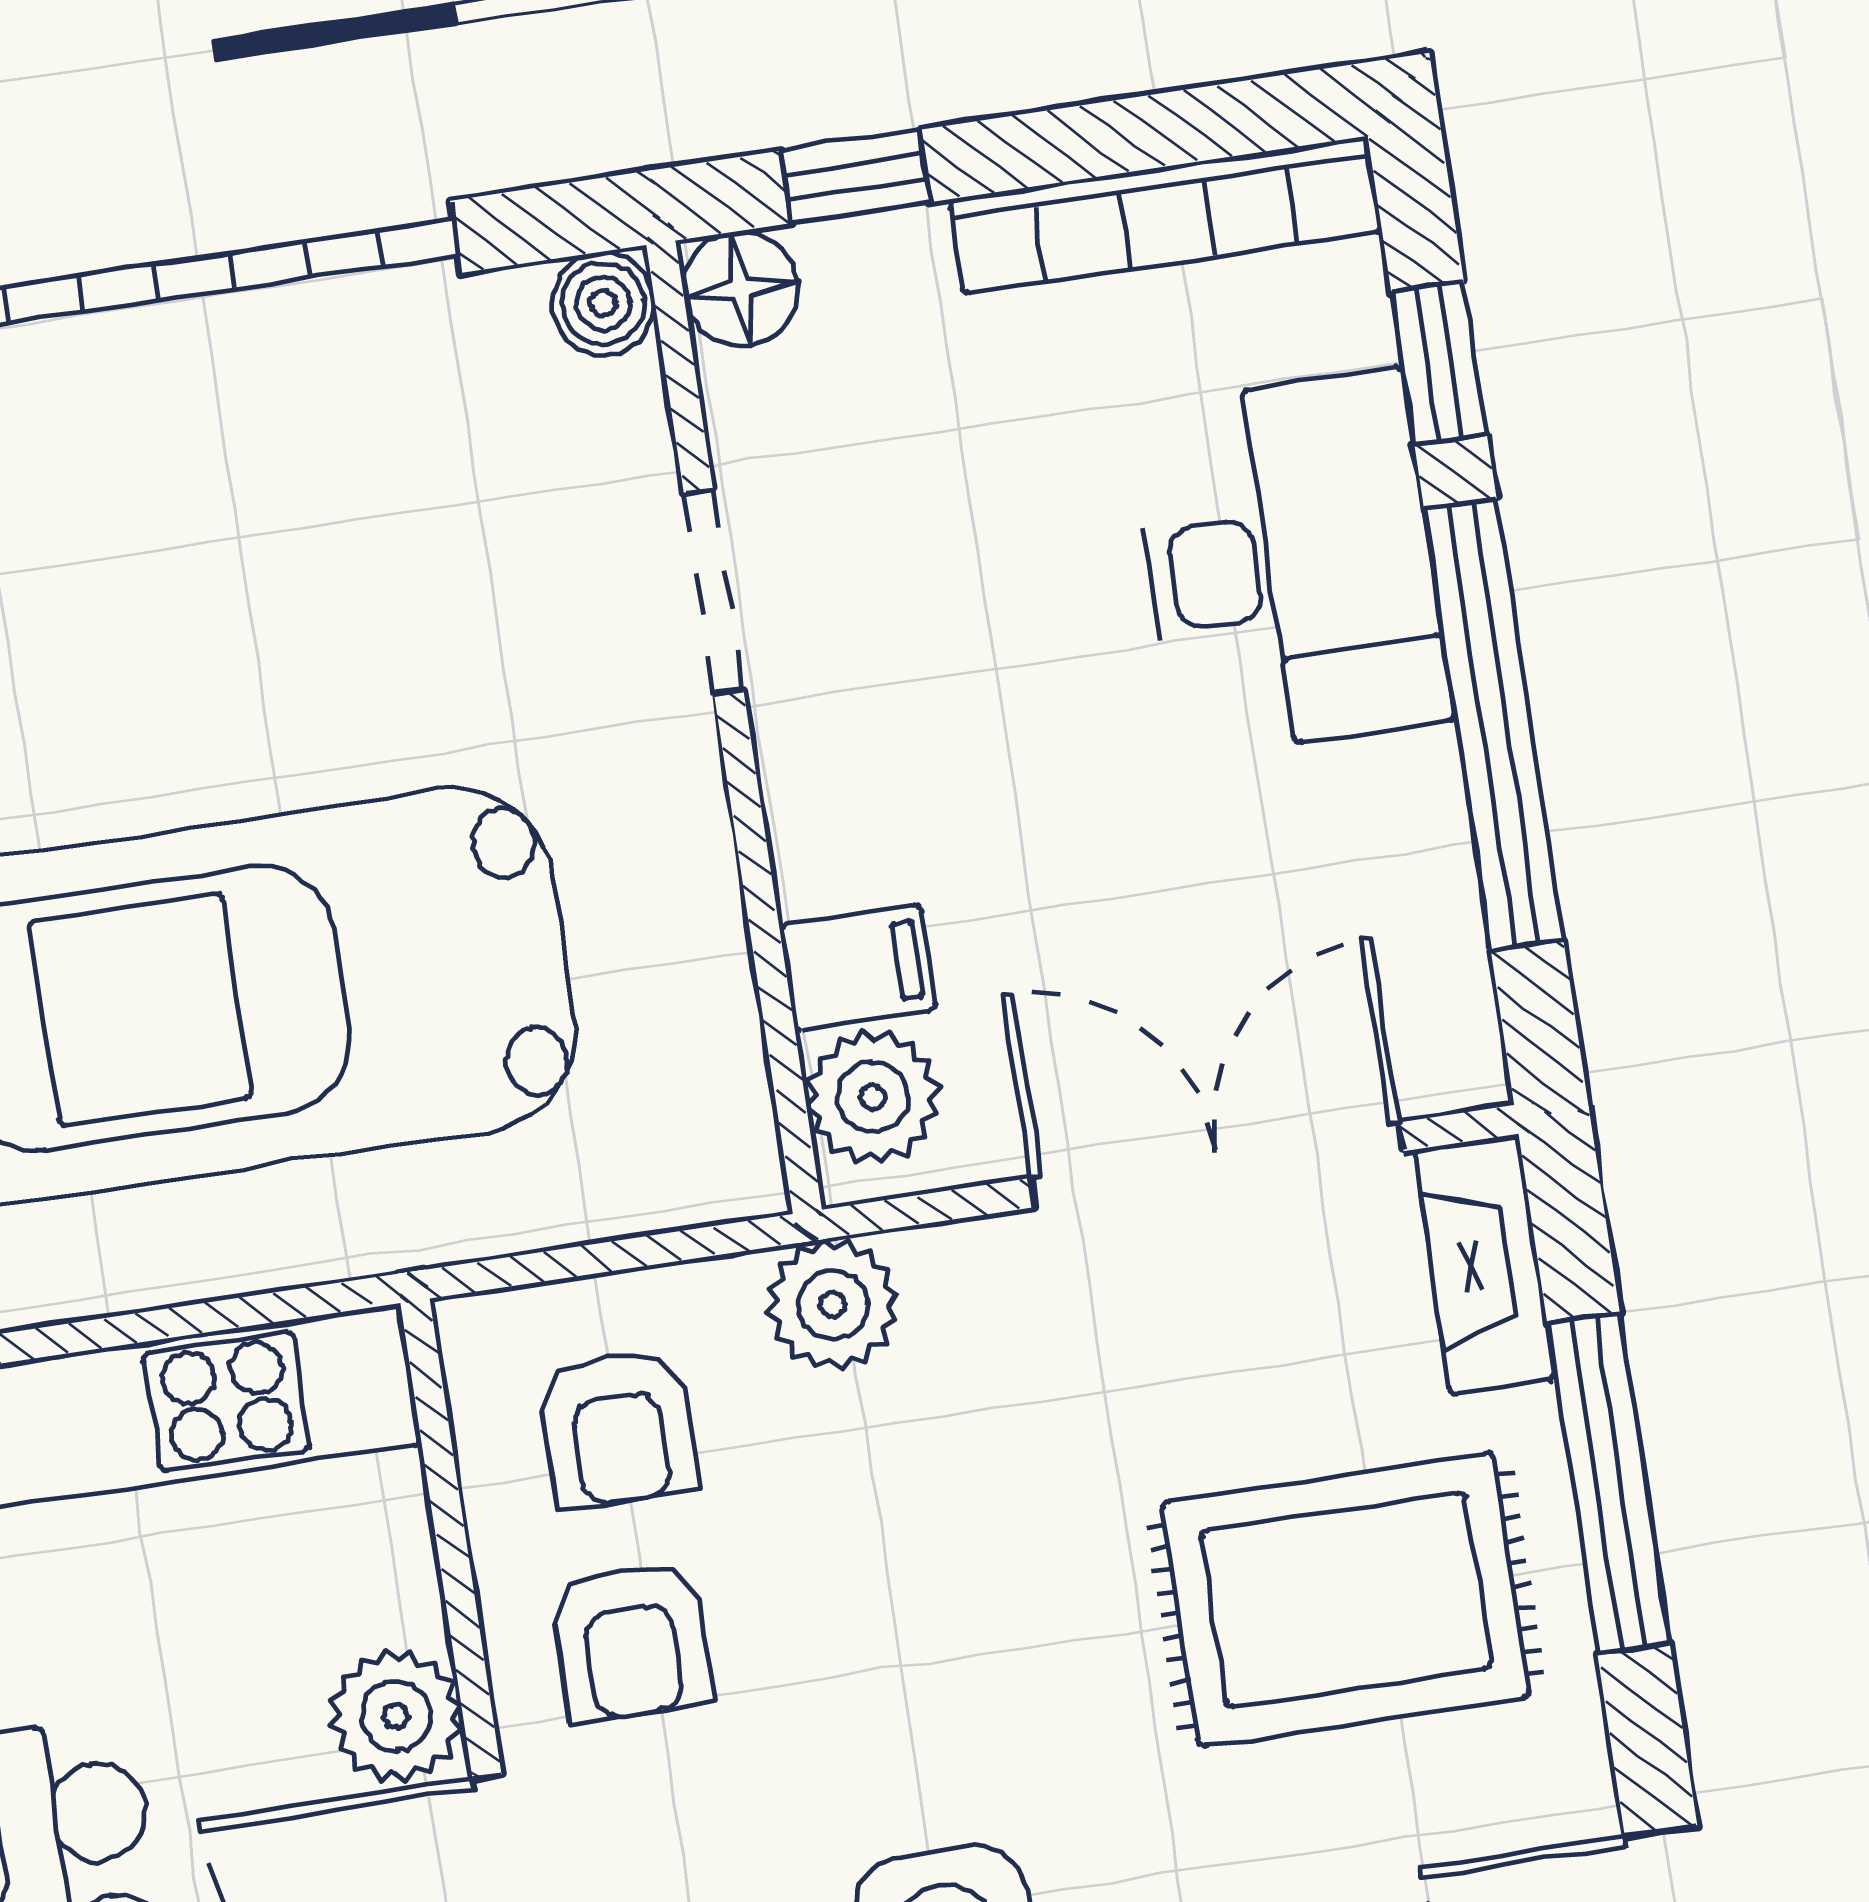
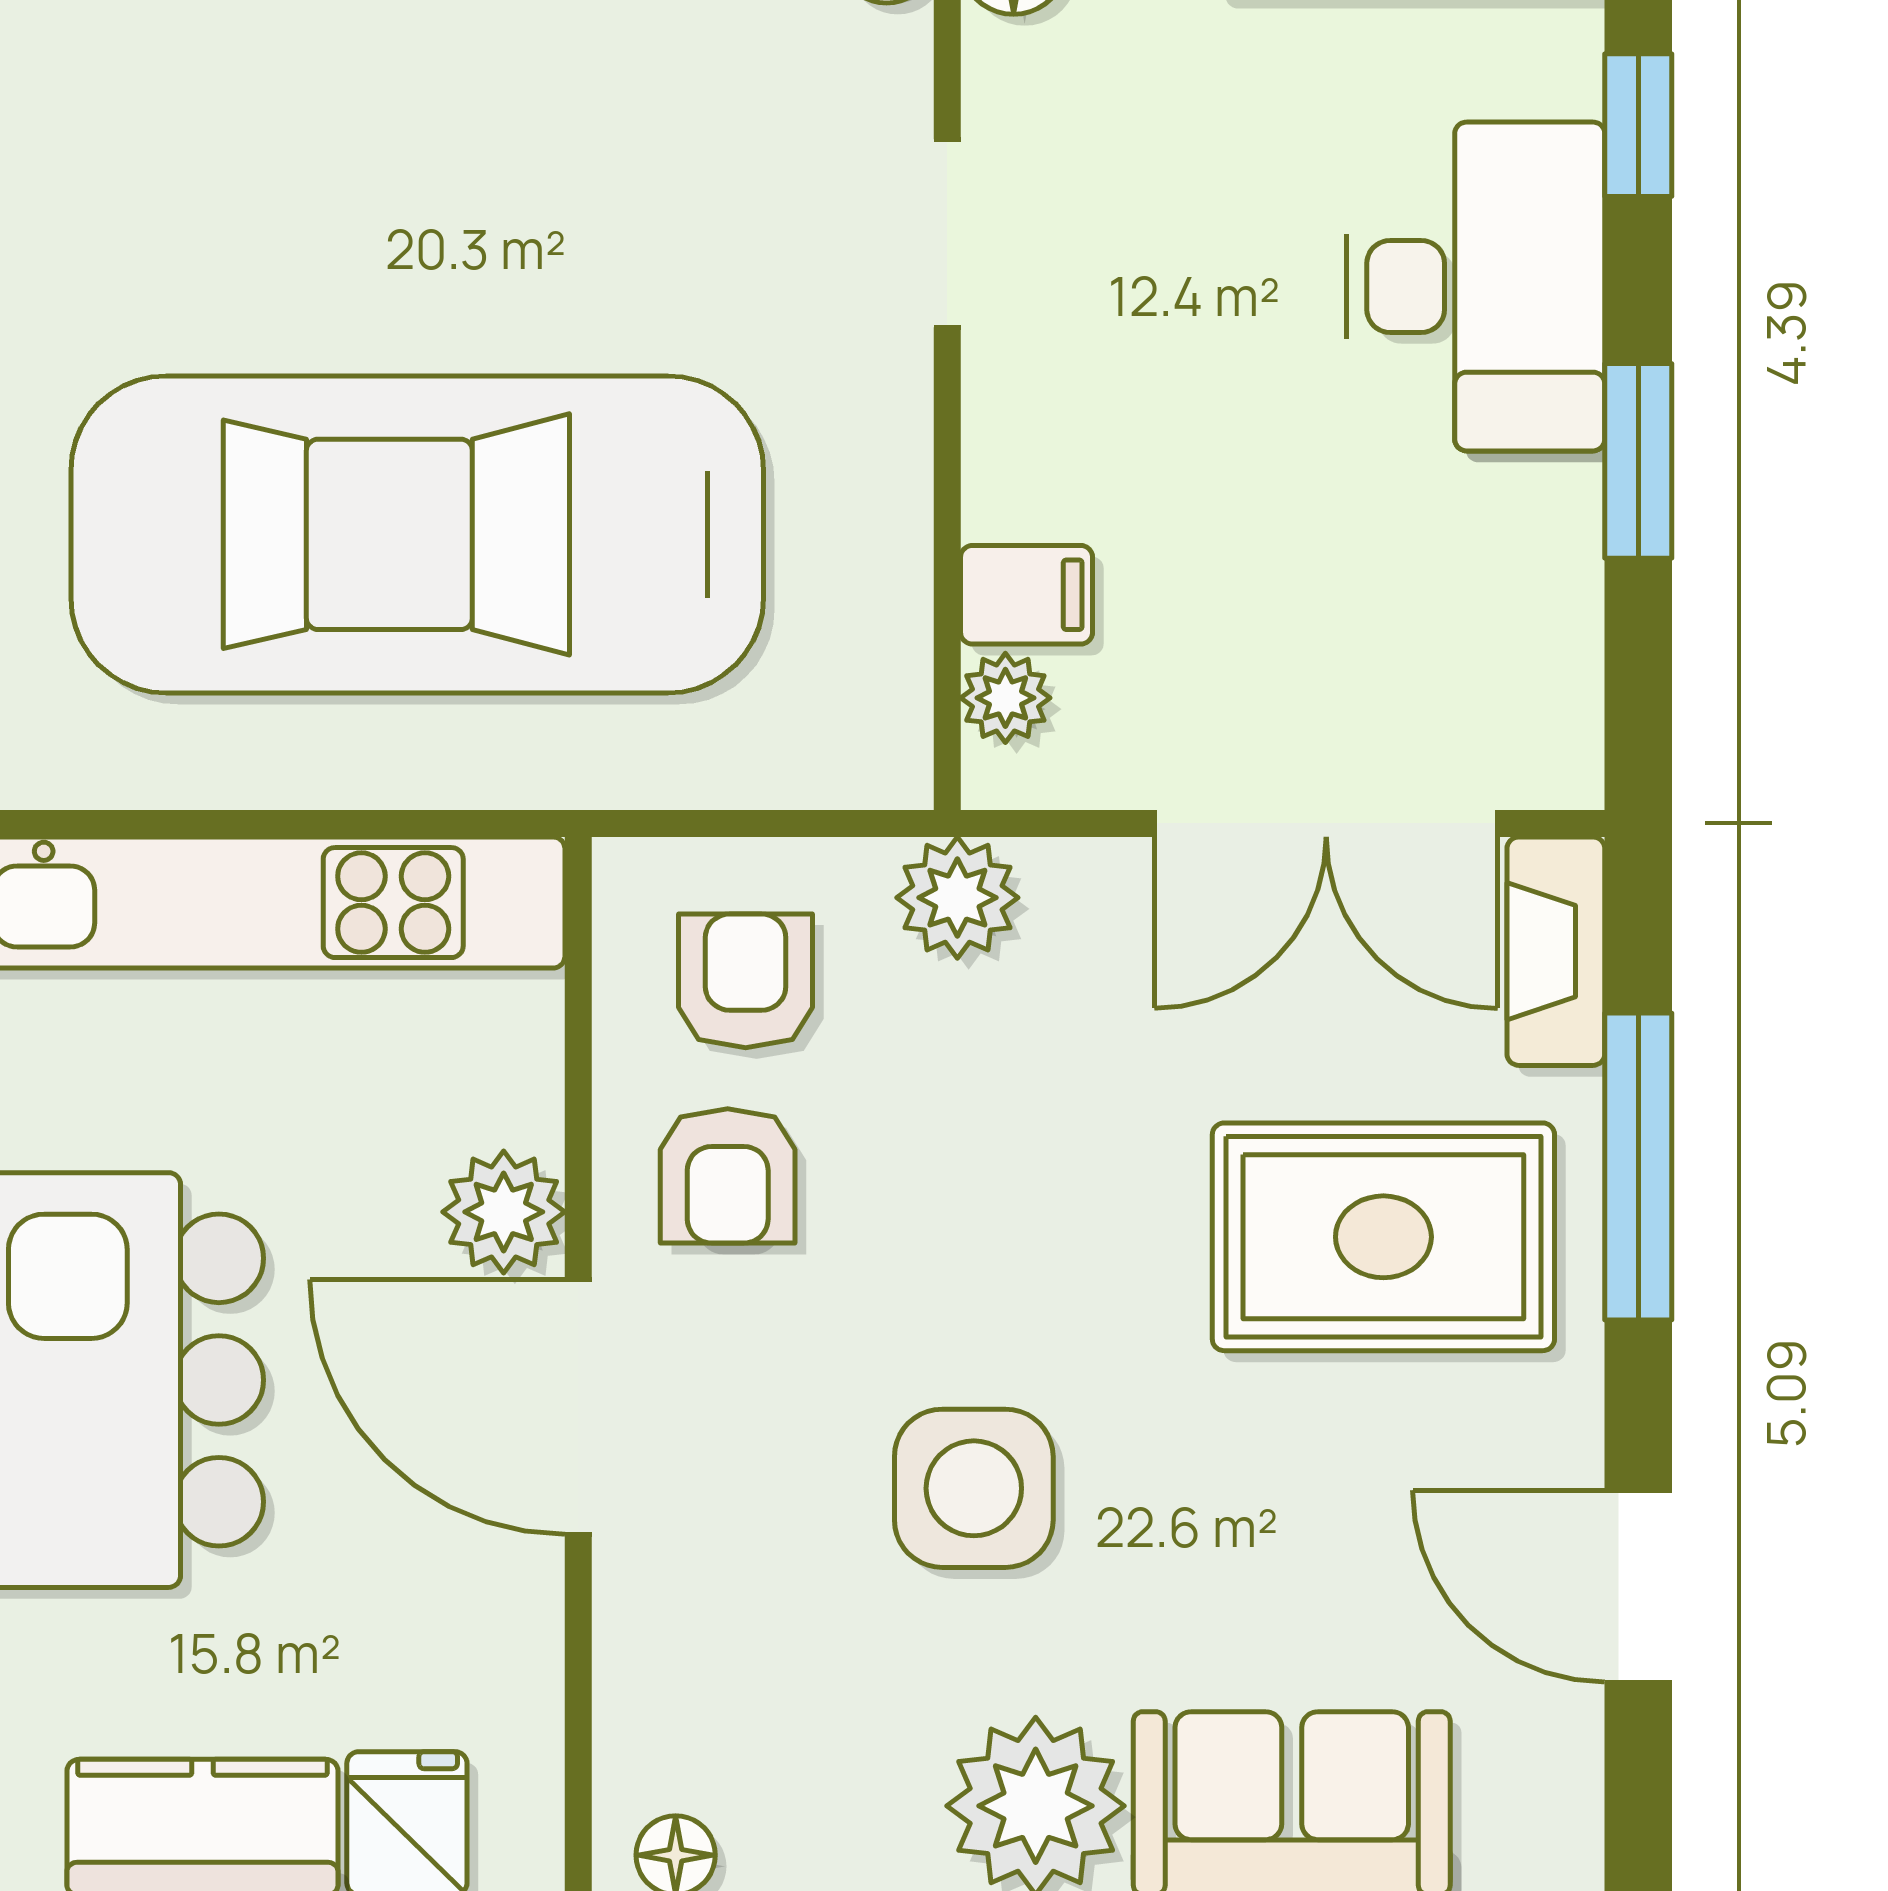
window: (1494, 724) -> (1638, 461), width x0.47
plant: (873, 1097) -> (1005, 698), width x0.73, depth x0.73
double door: (1217, 1165) -> (1326, 823), swing flipped
armchair: (618, 1428) -> (746, 981), turned 180

